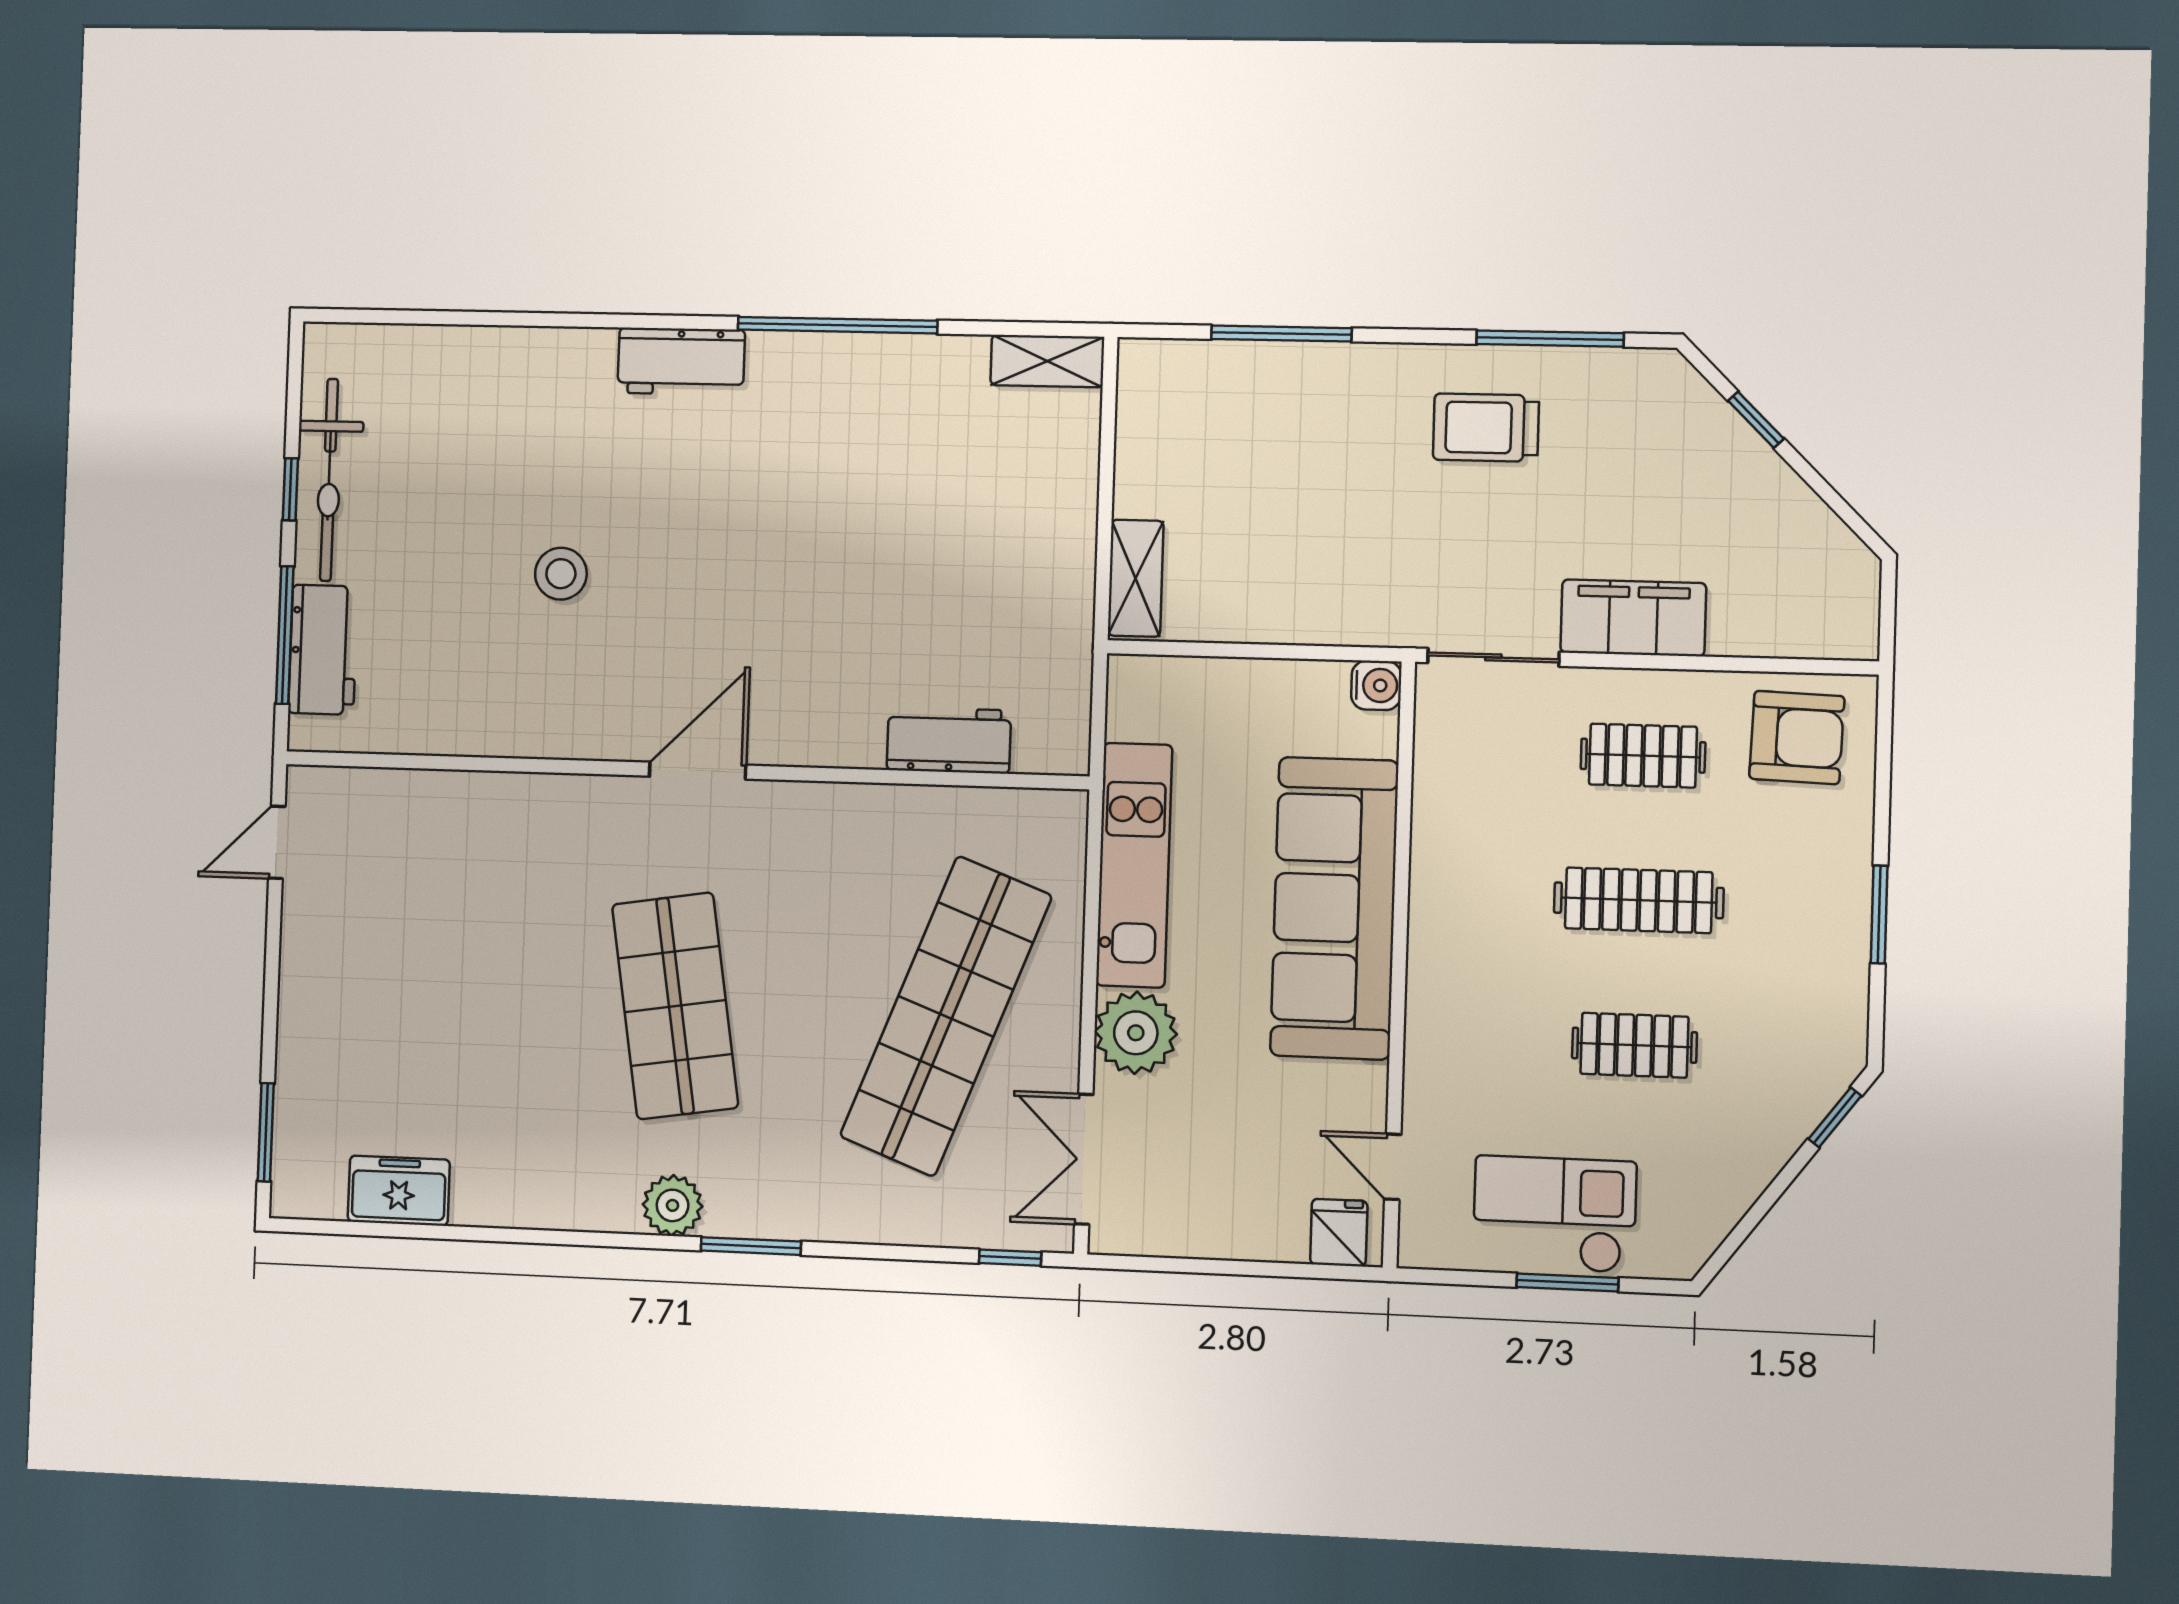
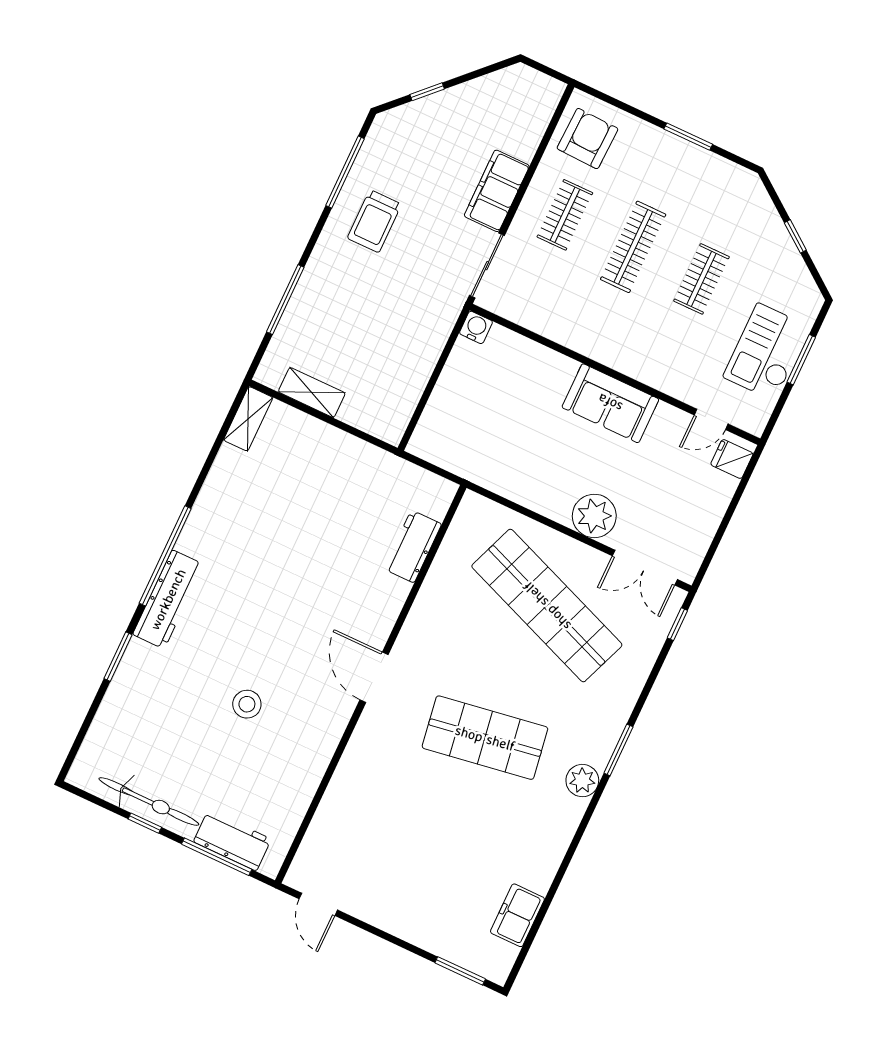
window: (549, 320) -> (118, 657), added
window: (837, 325) -> (165, 556), moved
workbench: (681, 361) -> (168, 599), width x1.38
shelving: (1136, 578) -> (312, 392), moved
kitchen unit: (1134, 865) -> (513, 482), removed
sofa: (1334, 908) -> (610, 403), width x0.54, depth x0.79
window: (1835, 1117) -> (795, 236), moved

